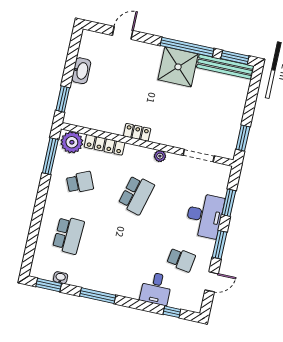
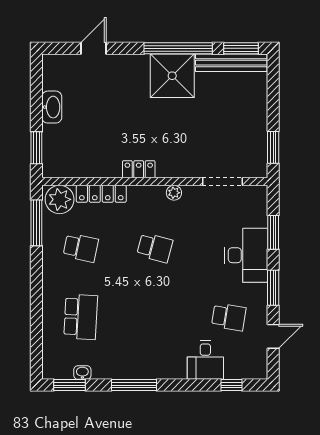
school desk: (80, 182) -> (81, 248), turned 36
school desk: (136, 195) -> (155, 248), width x0.54

